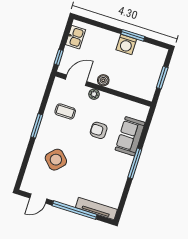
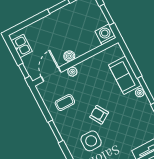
washing machine: (126, 45) -> (105, 34), moved, turned 180
armchair: (99, 130) -> (99, 115), moved, turned 58
side table: (56, 160) -> (91, 141), turned 45
plant: (128, 160) -> (140, 93), added

